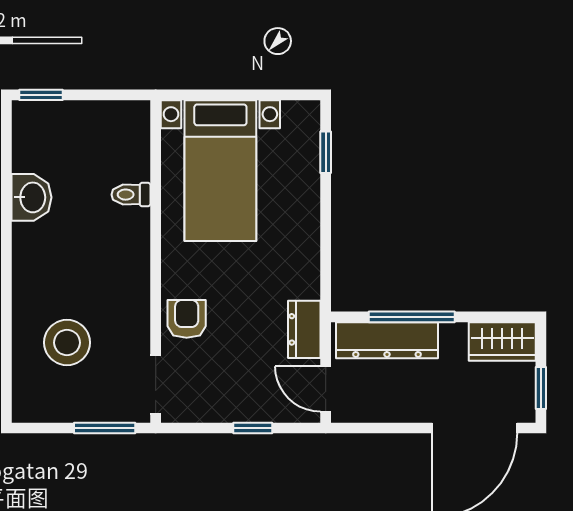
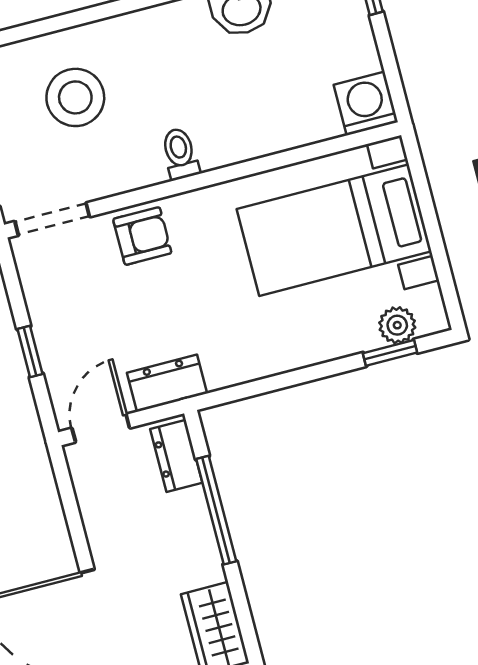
washing machine: (130, 121) -> (366, 103), added
plant: (306, 141) -> (397, 325), added
toilet: (131, 195) -> (180, 154), moved
dresser: (387, 340) -> (176, 456), width x0.51, depth x0.80

